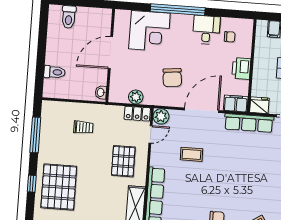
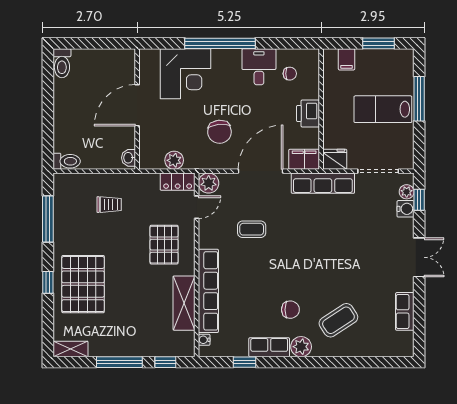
toilet: (69, 17) -> (62, 63), moved
toilet: (54, 72) -> (67, 161), moved

